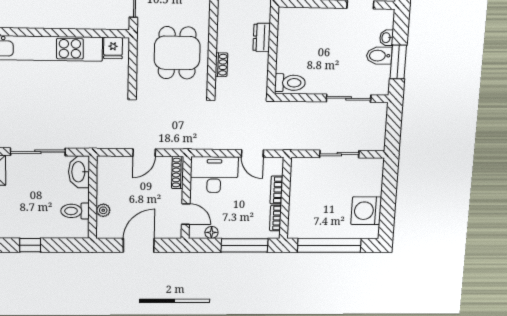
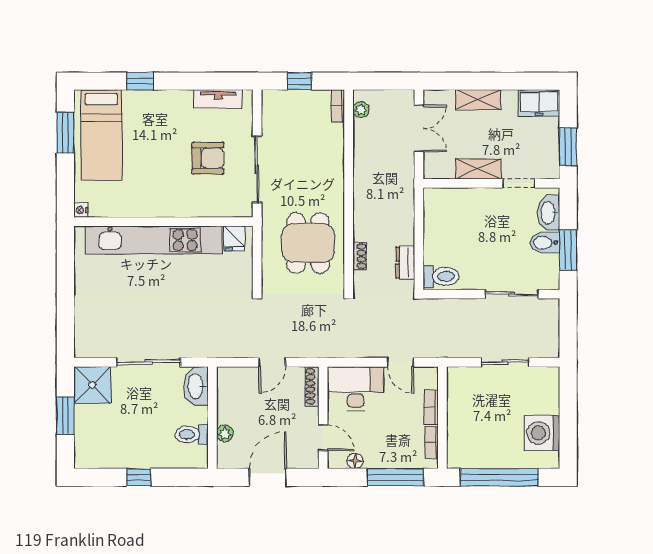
dresser: (262, 37) -> (405, 263), moved
washbasin: (386, 38) -> (549, 213), width x1.91, depth x1.45

